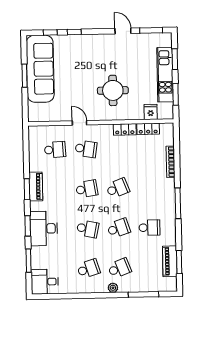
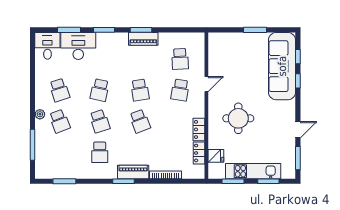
sofa: (40, 69) -> (282, 66), moved, turned 90
window: (178, 203) -> (124, 181), width x0.69
desk: (44, 229) -> (78, 46), moved
piano: (170, 261) -> (133, 172), moved

